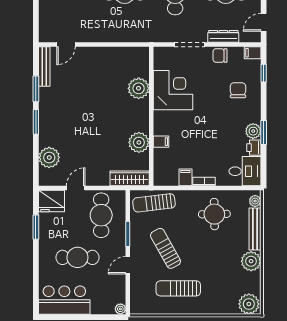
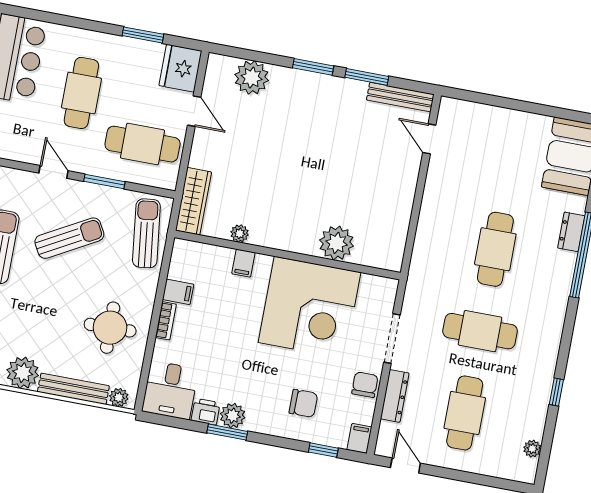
corner desk: (173, 90) -> (310, 307), width x1.36, depth x1.36
plant: (139, 142) -> (240, 233), width x0.53, depth x0.53

